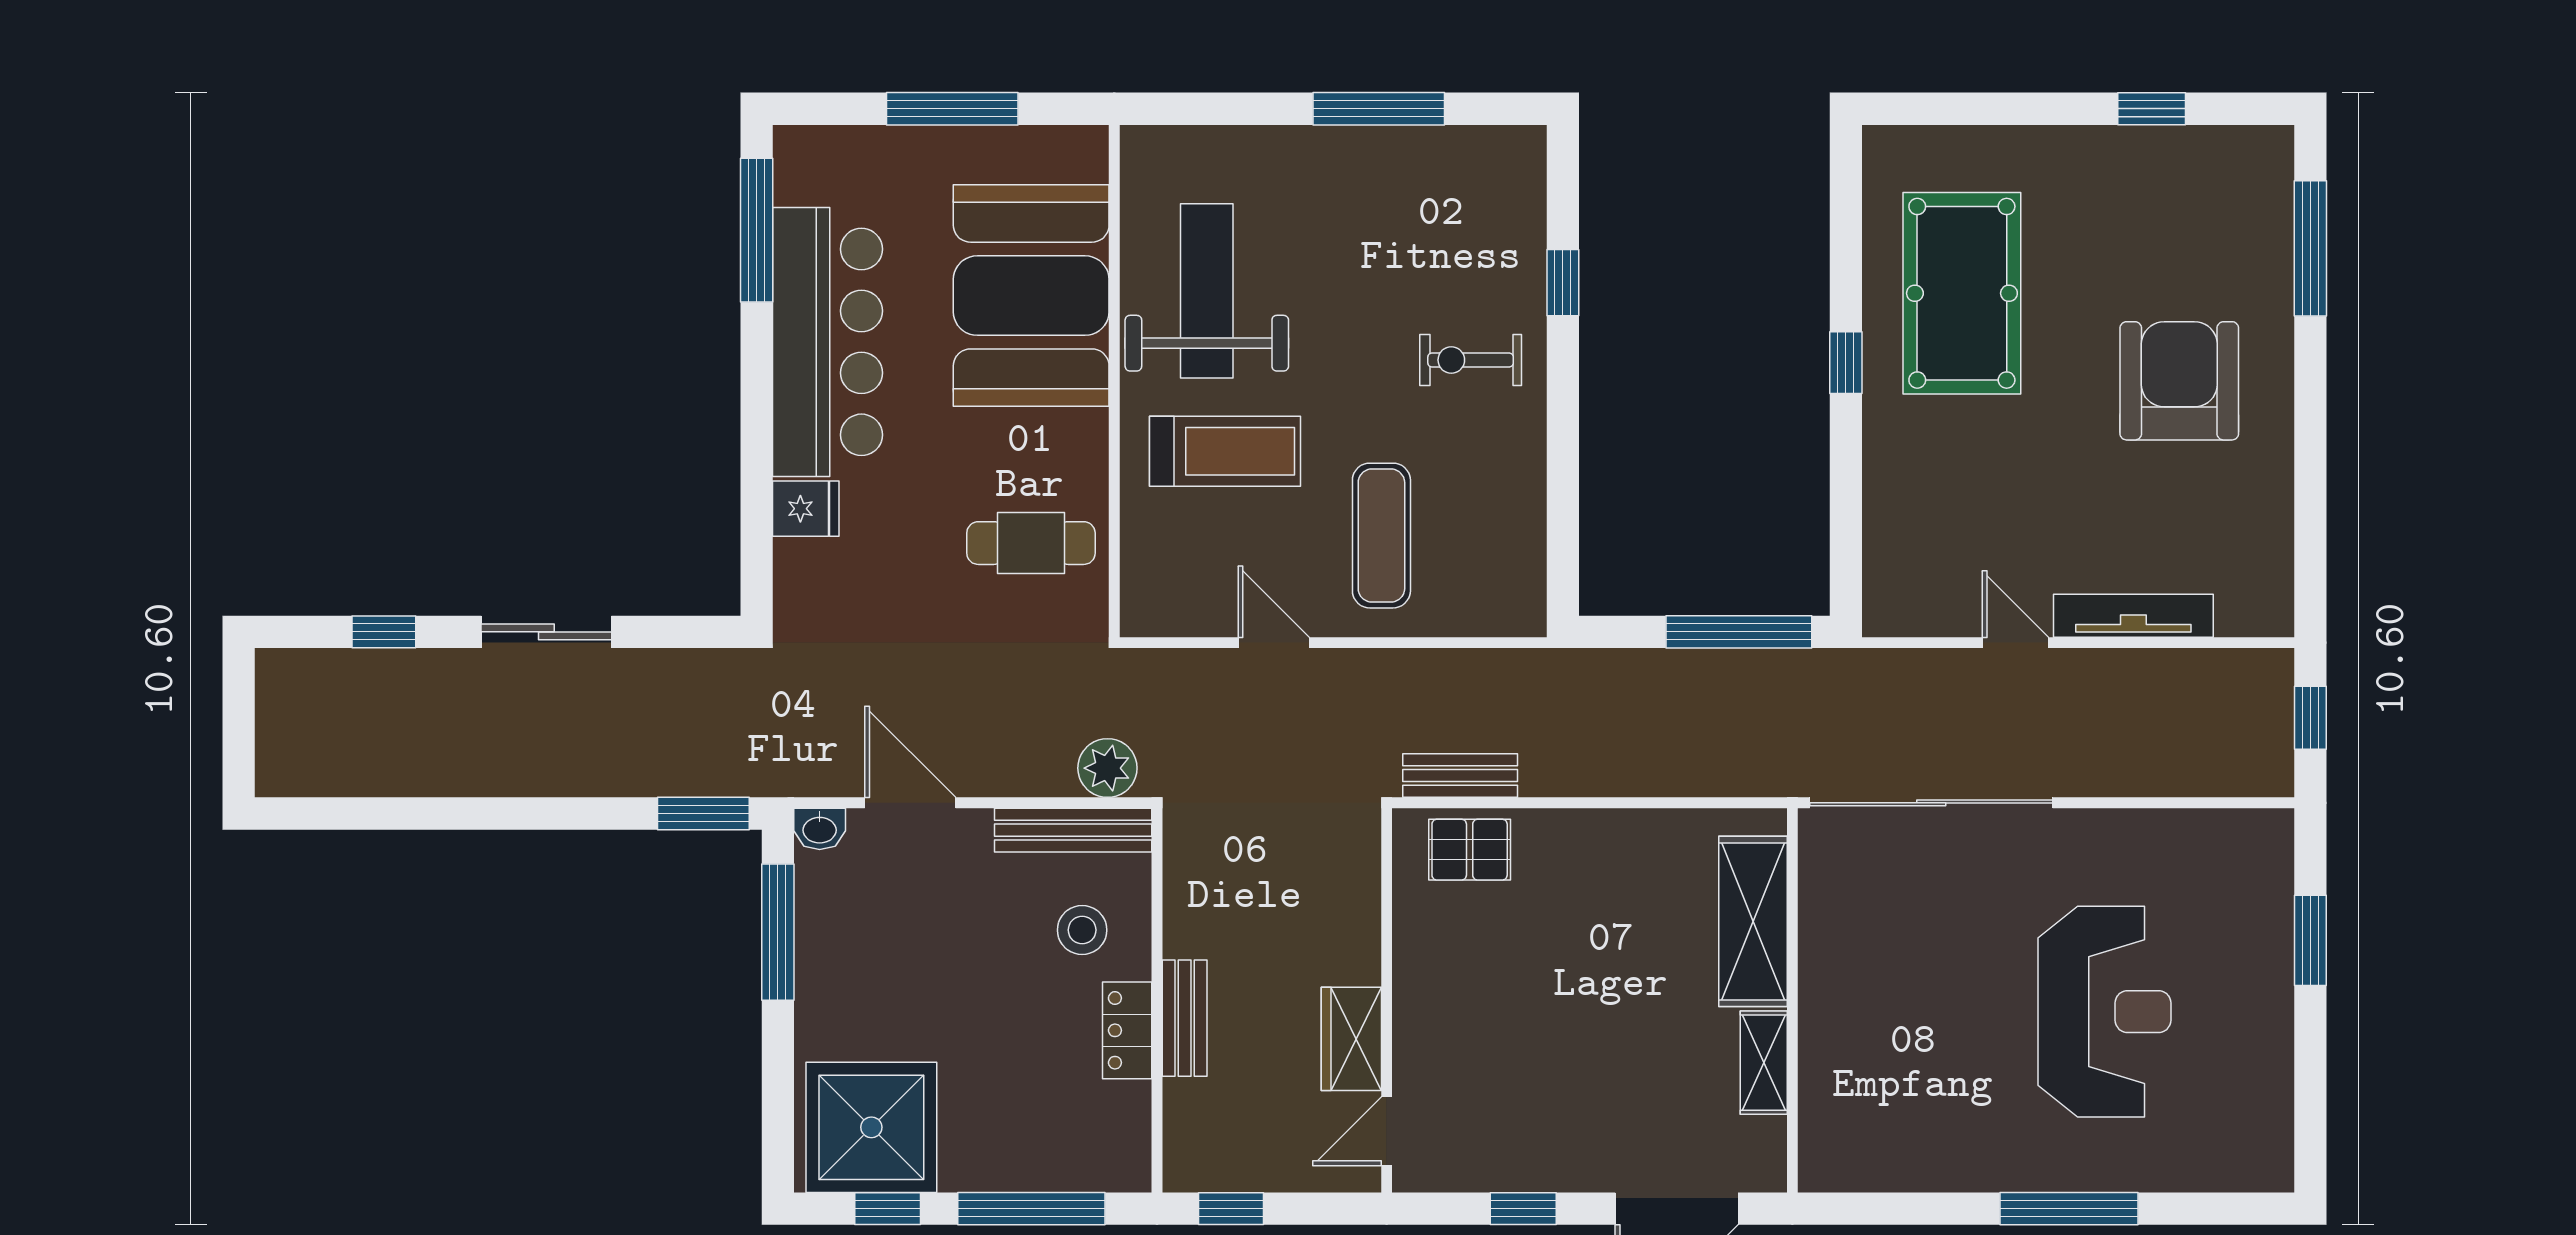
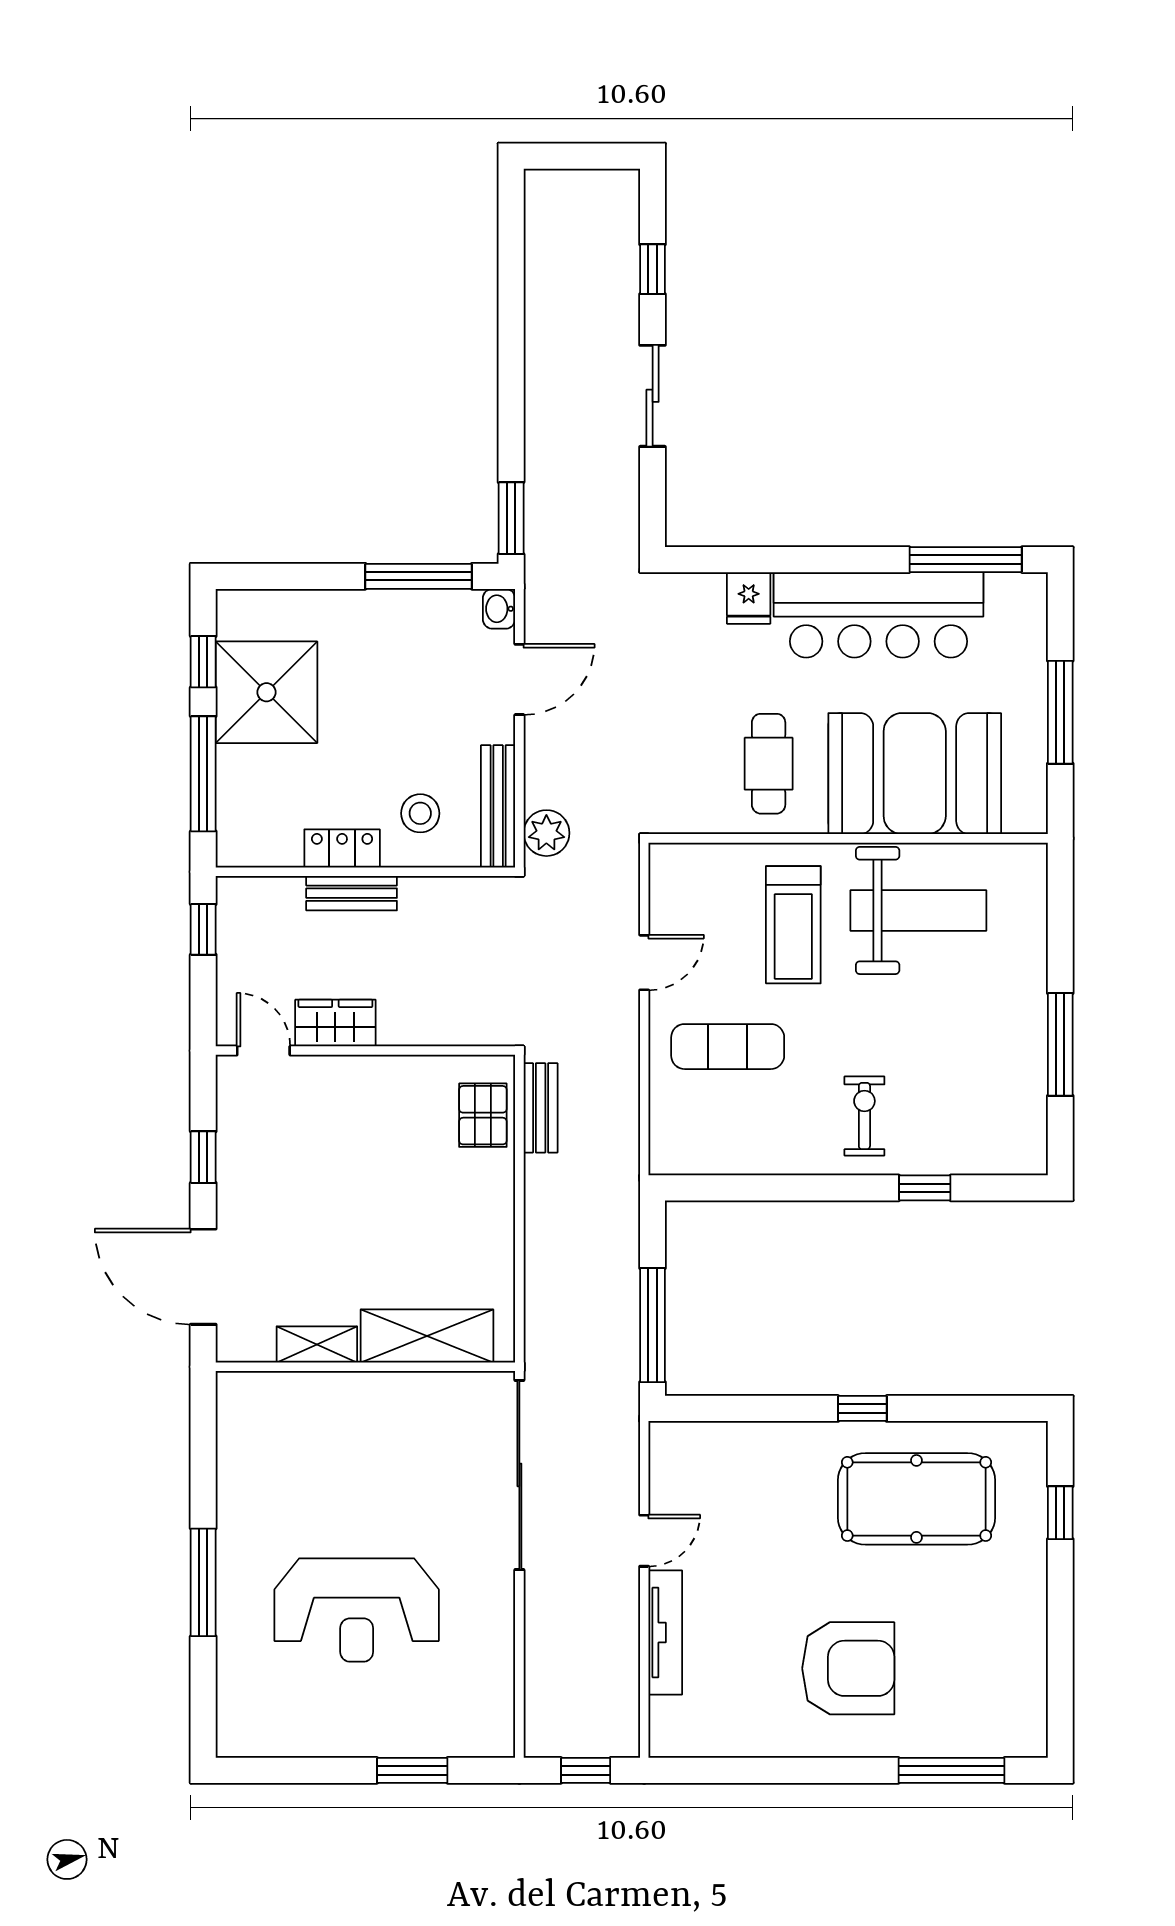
window: (2152, 109) -> (1060, 1513), moved
cafe table: (1031, 543) -> (769, 764), moved
shower: (871, 1127) -> (266, 692), moved

